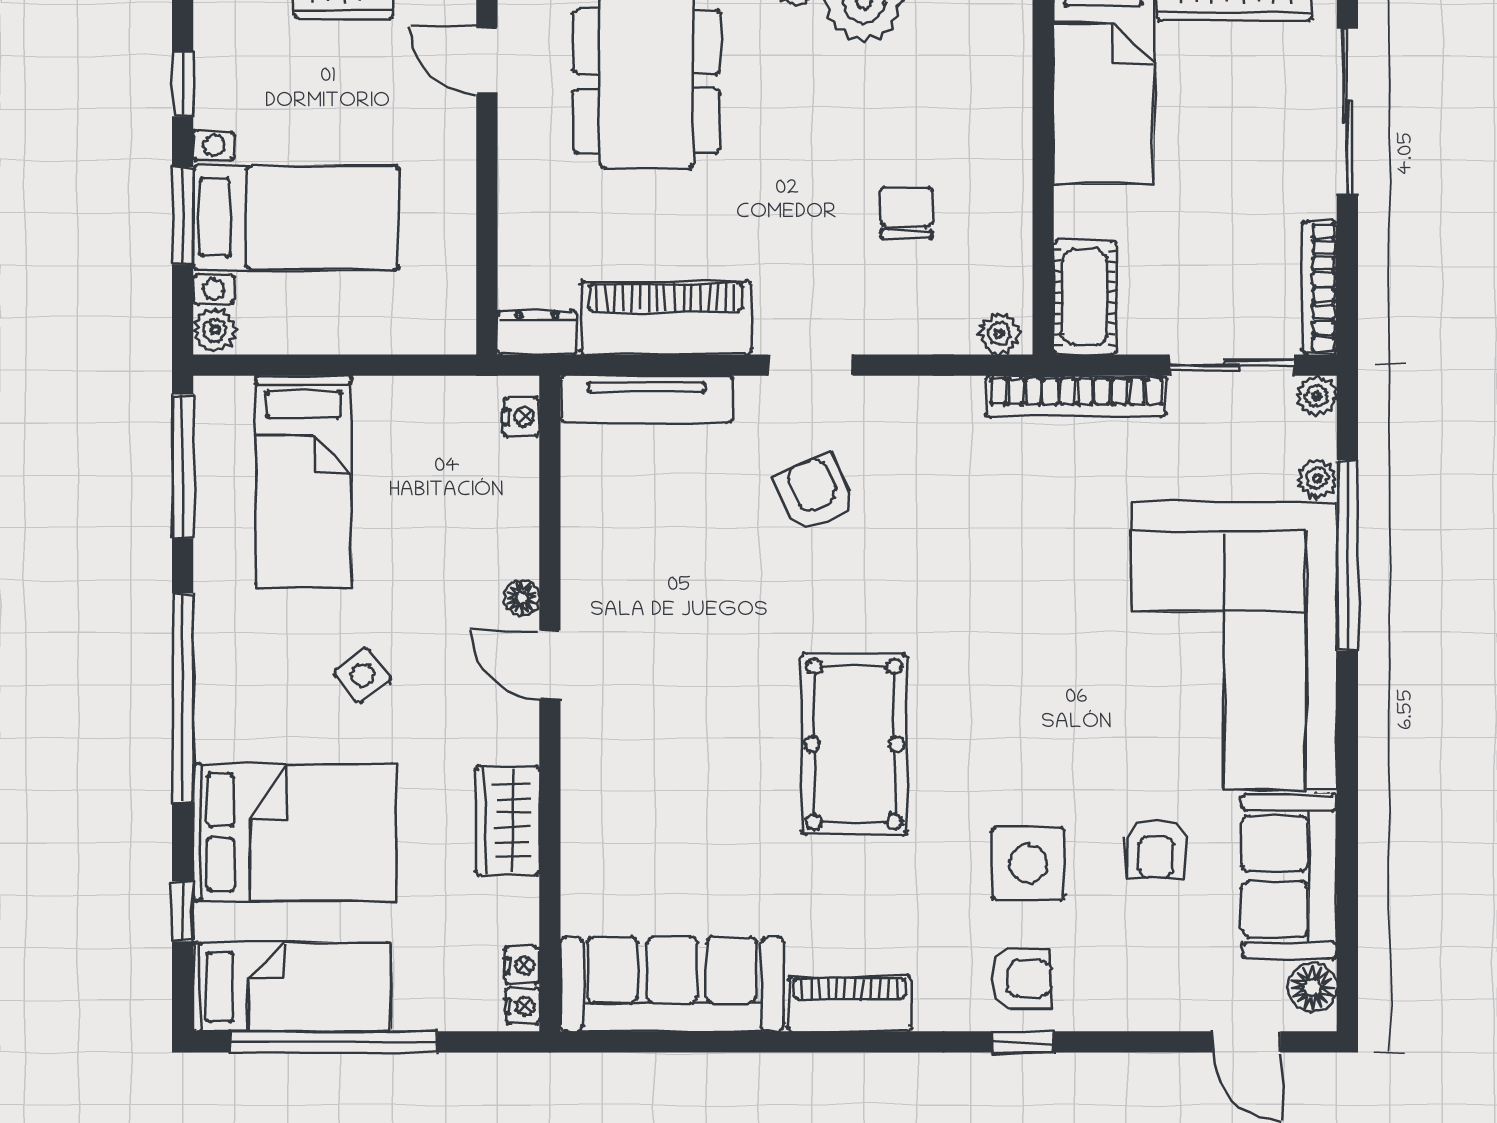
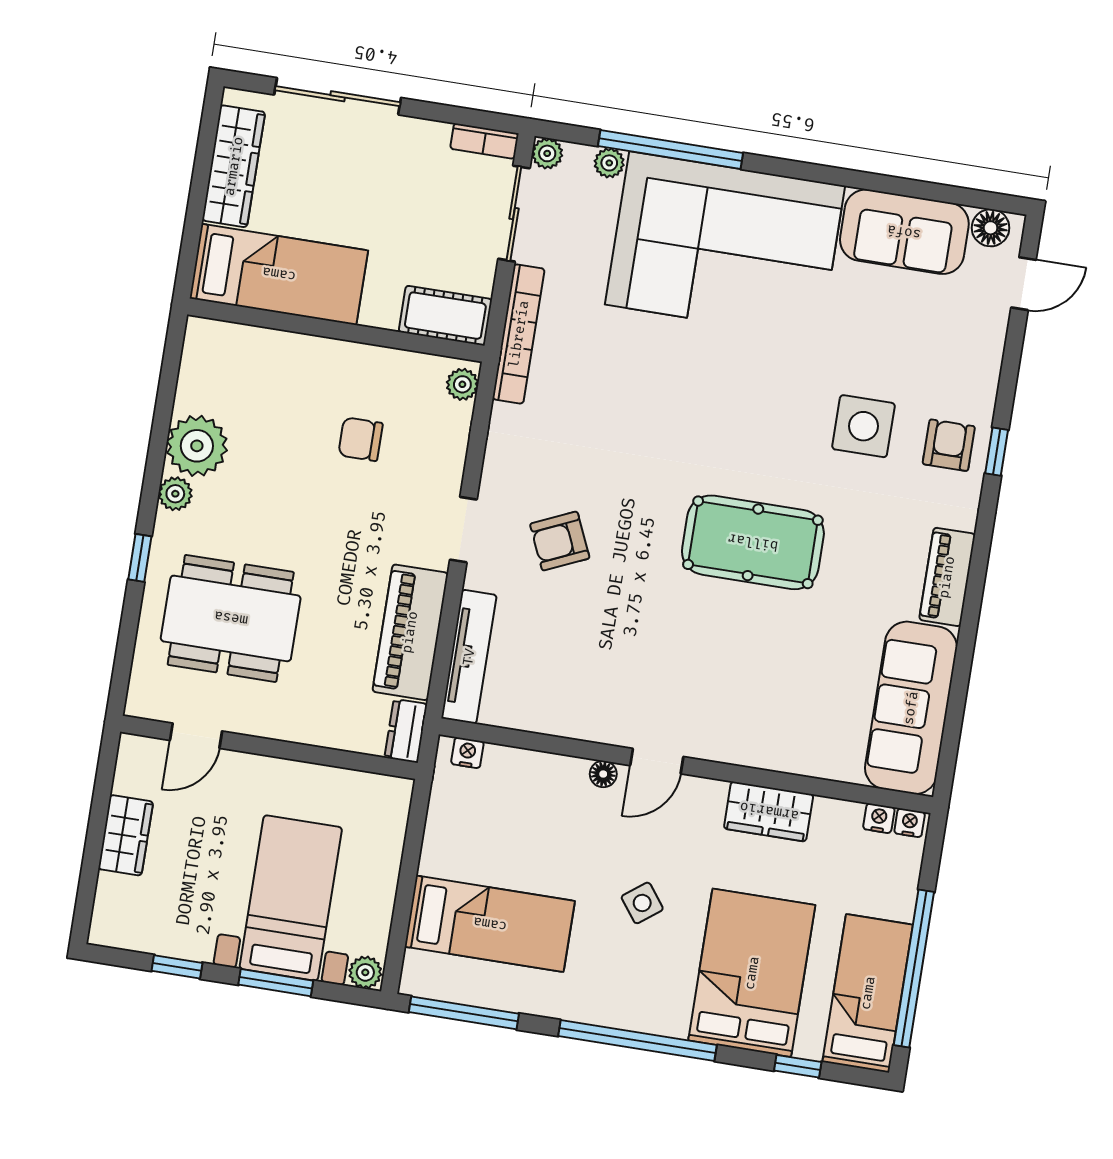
bookcase: (1320, 287) -> (484, 141), width x0.64
armchair: (1156, 849) -> (868, 328), removed

